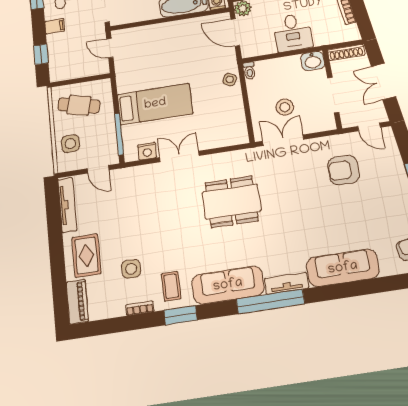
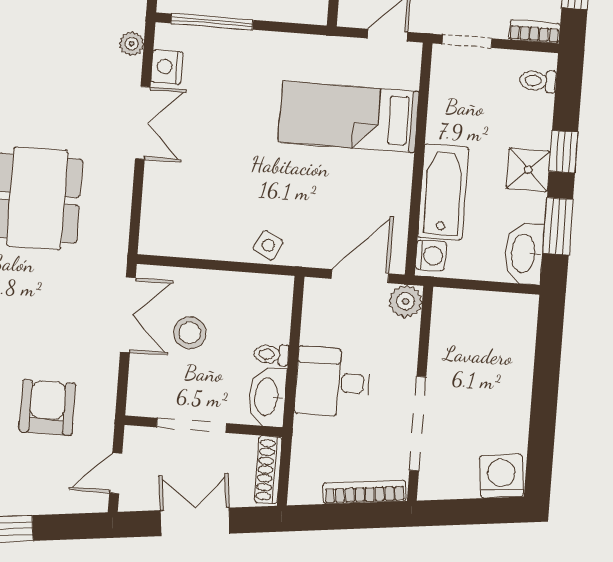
washbasin: (313, 61) -> (267, 397), width x1.38
toilet: (249, 71) -> (271, 354), moved
bed: (155, 104) -> (348, 117), moved, turned 90
plant: (138, 172) -> (132, 44), added

